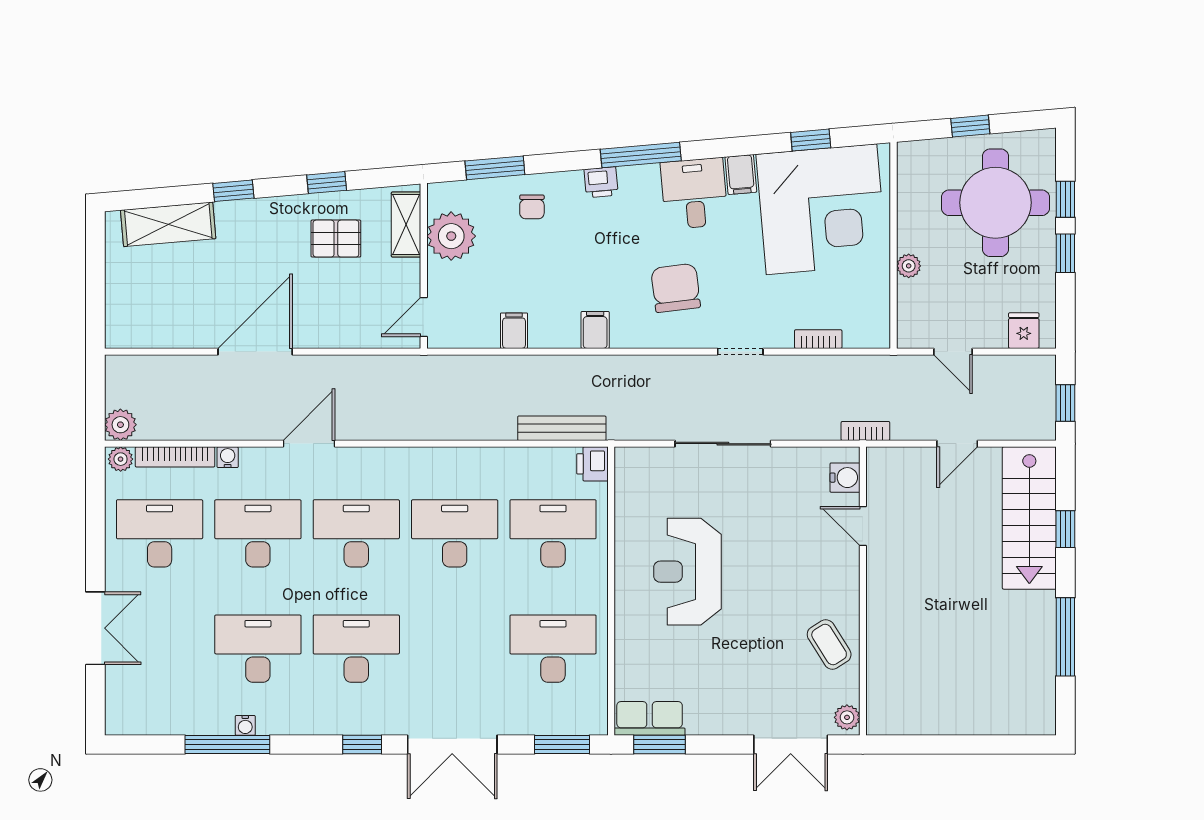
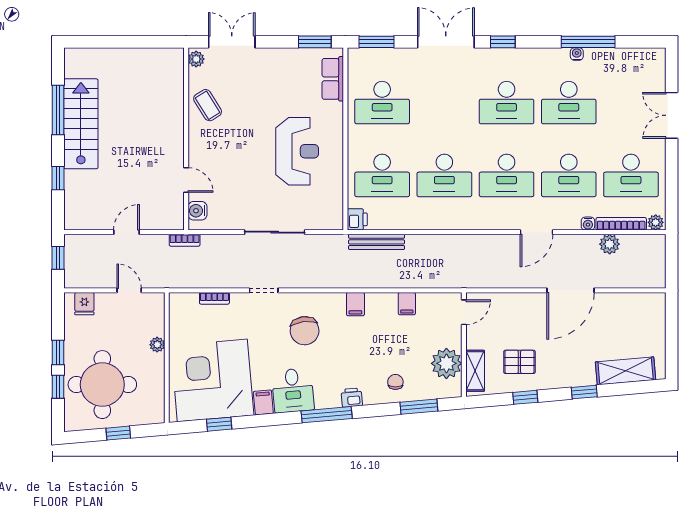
plant: (120, 425) -> (610, 244), moved
stairs: (1029, 518) -> (81, 124), moved
row of seats: (650, 718) -> (333, 79), moved, turned 90

